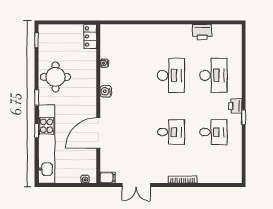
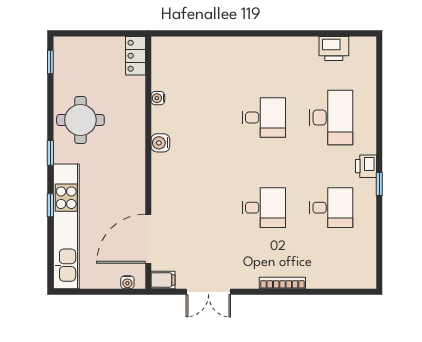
printer: (202, 32) -> (334, 49), moved
desk: (171, 75) -> (264, 118), width x0.73
door: (98, 133) -> (148, 239), moved

